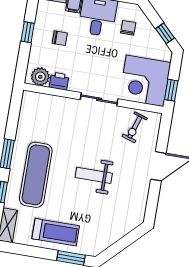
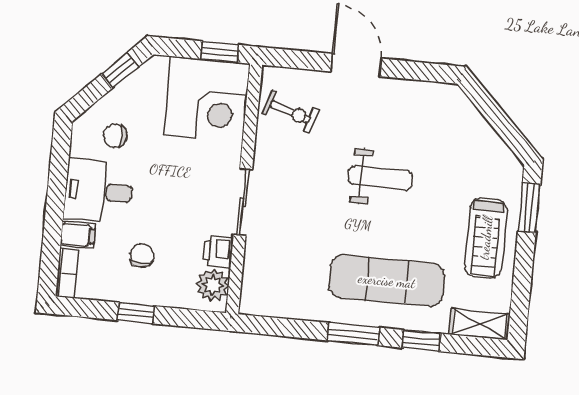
sliding door: (99, 99) -> (243, 202), moved
weight bench: (94, 175) -> (380, 178), turned -90
treadmill: (56, 232) -> (486, 238), turned 180

